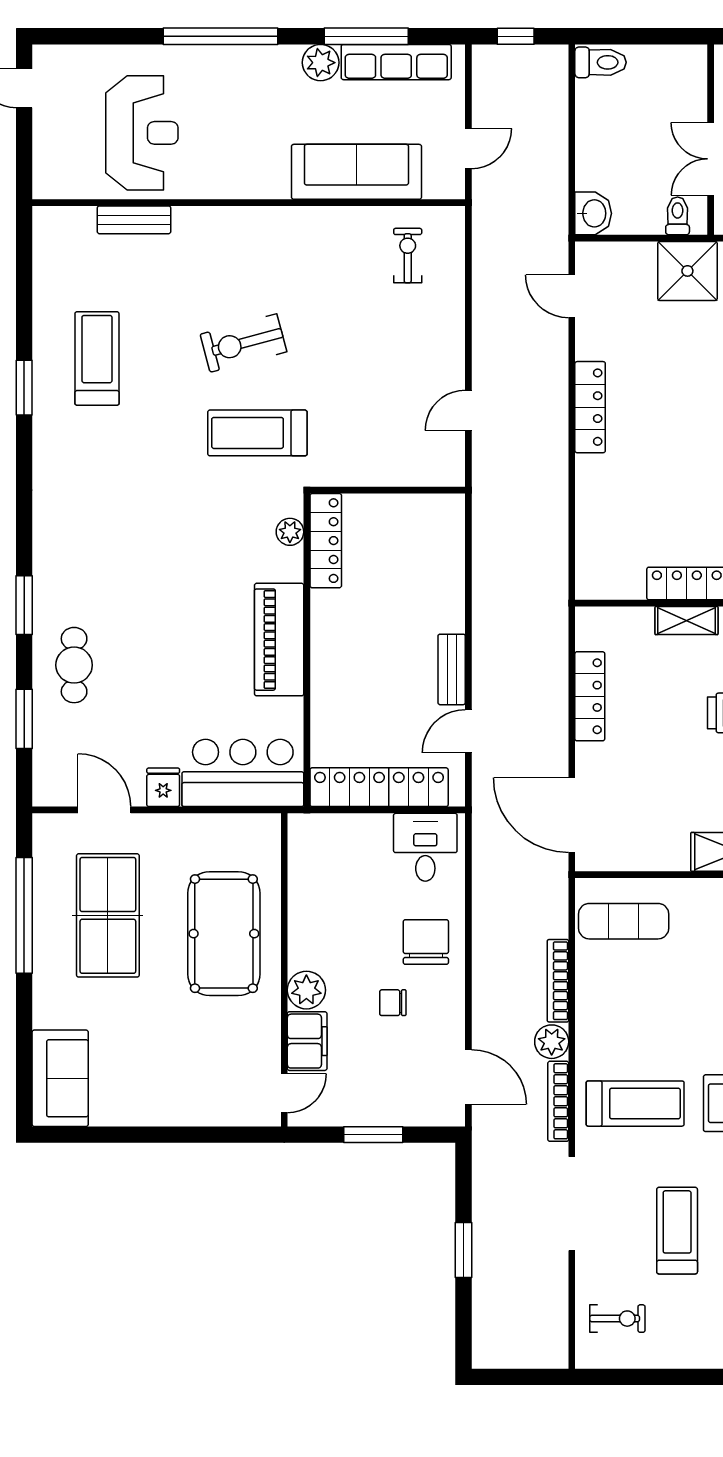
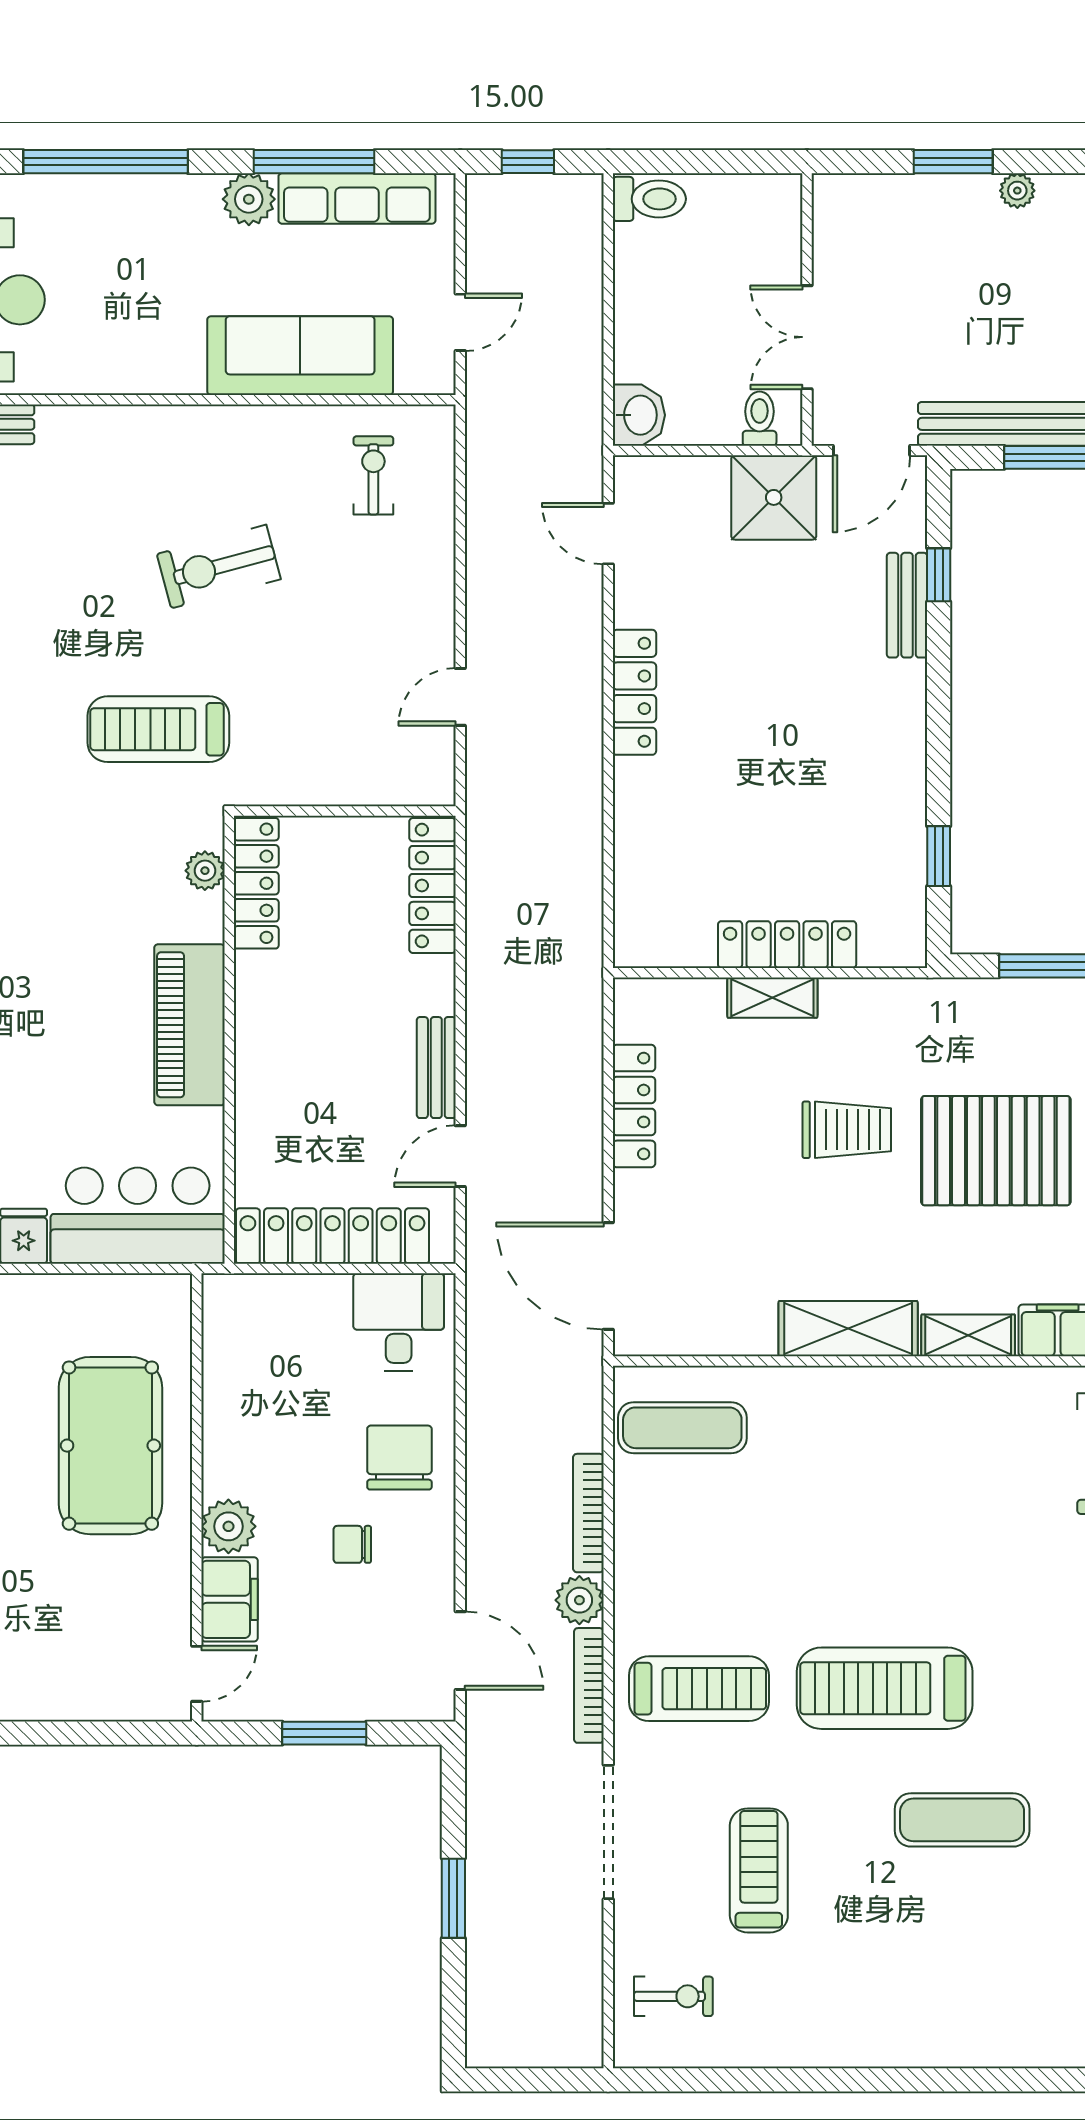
exercise bike: (243, 343) -> (219, 567), moved
locker: (449, 542) -> (433, 886), added

